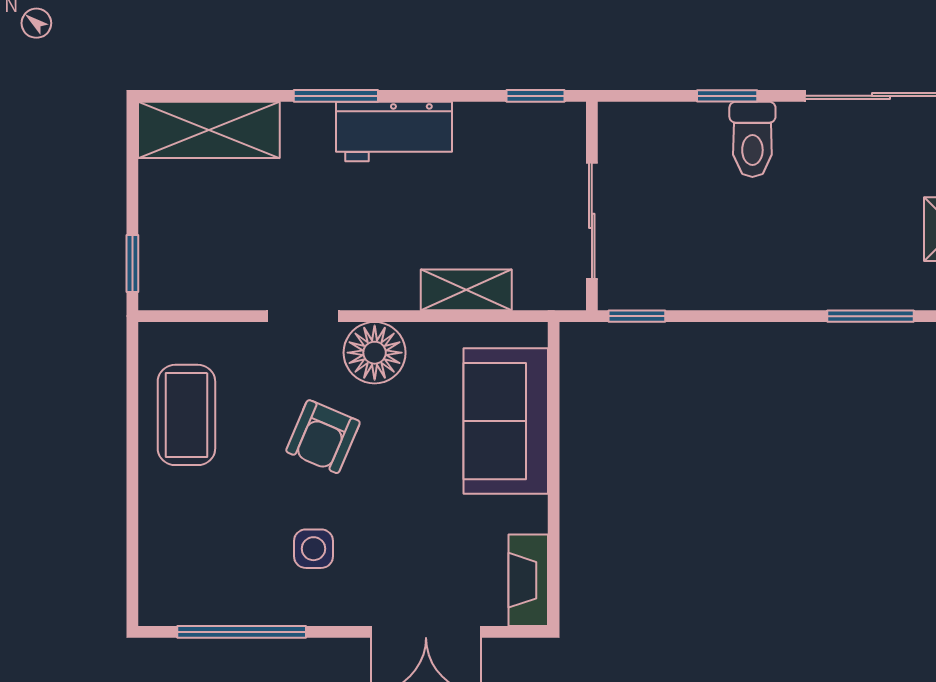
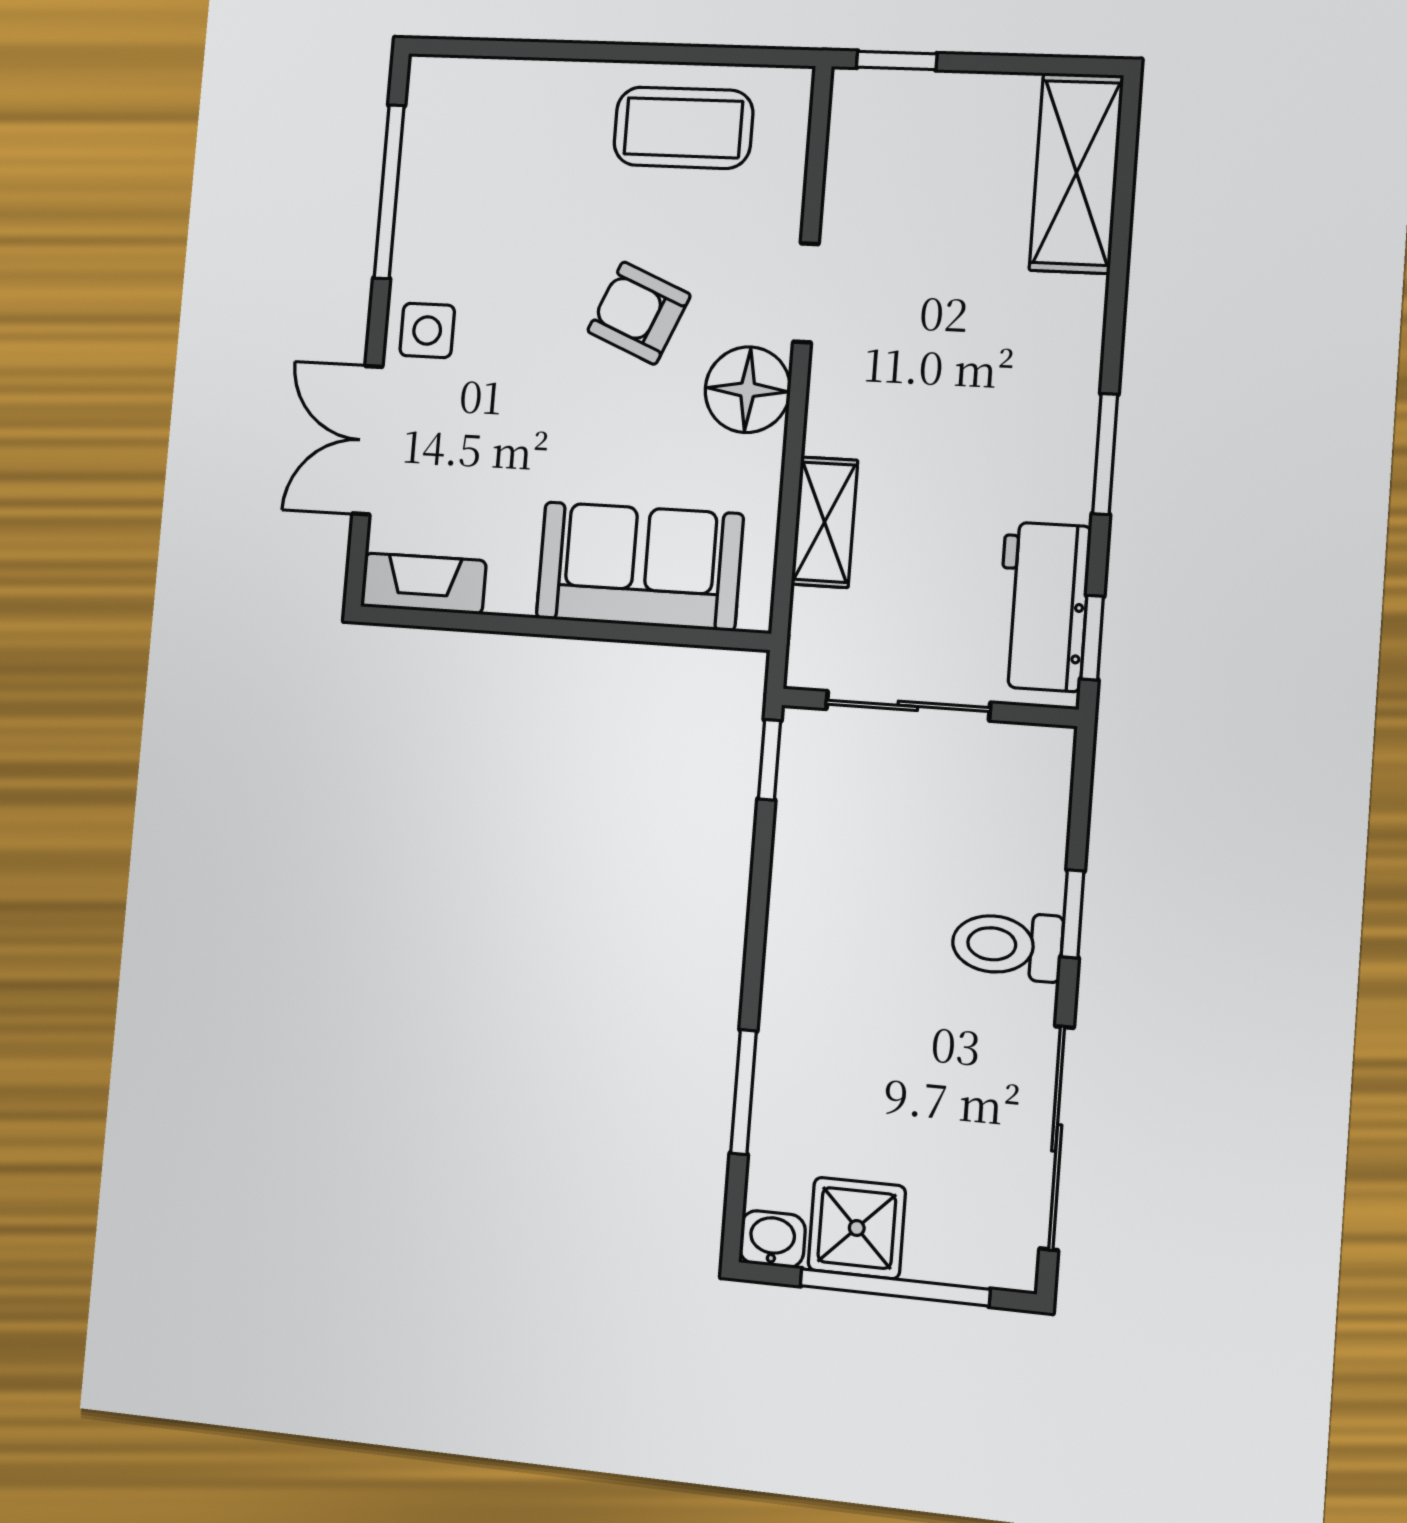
window: (336, 96) -> (1105, 454), moved
workbench: (394, 132) -> (1043, 607), moved
side table: (313, 549) -> (427, 330), moved

